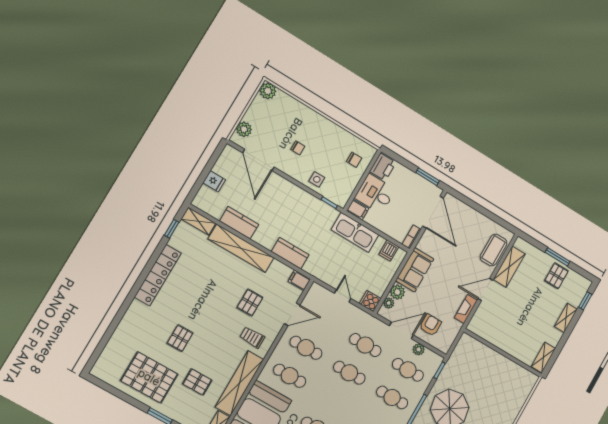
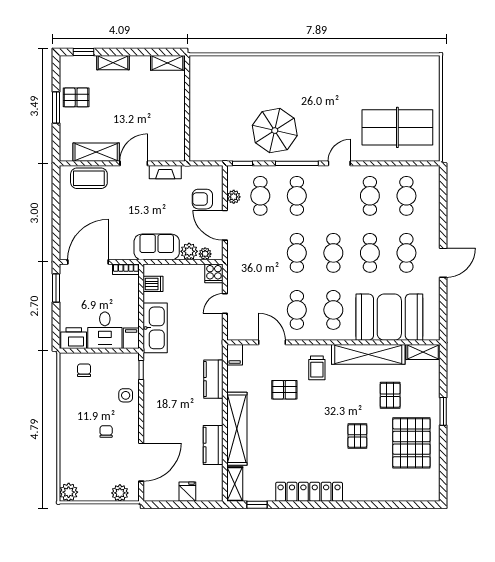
door: (485, 289) -> (134, 163), swing flipped
pallet: (180, 338) -> (357, 436), turned 90
cafe table: (365, 345) -> (333, 253), moved

